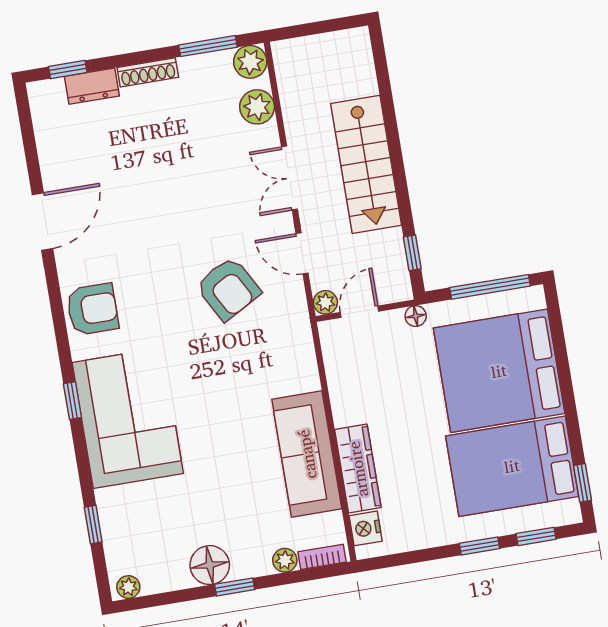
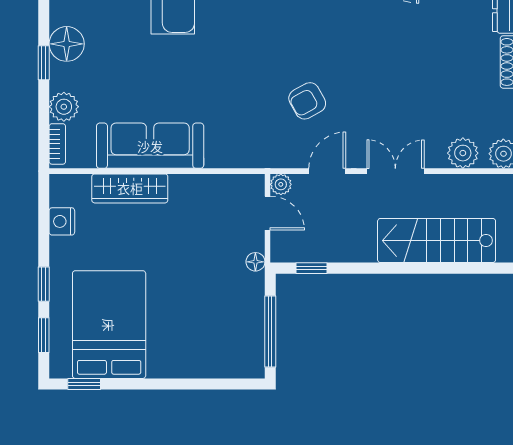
stairs: (366, 164) -> (437, 241), moved
armchair: (228, 289) -> (307, 101), width x0.72, depth x0.72
bed: (499, 371) -> (195, 327), removed
nightstand: (366, 528) -> (62, 221), moved, turned -90
plant: (285, 560) -> (64, 107), width x1.38, depth x1.38

